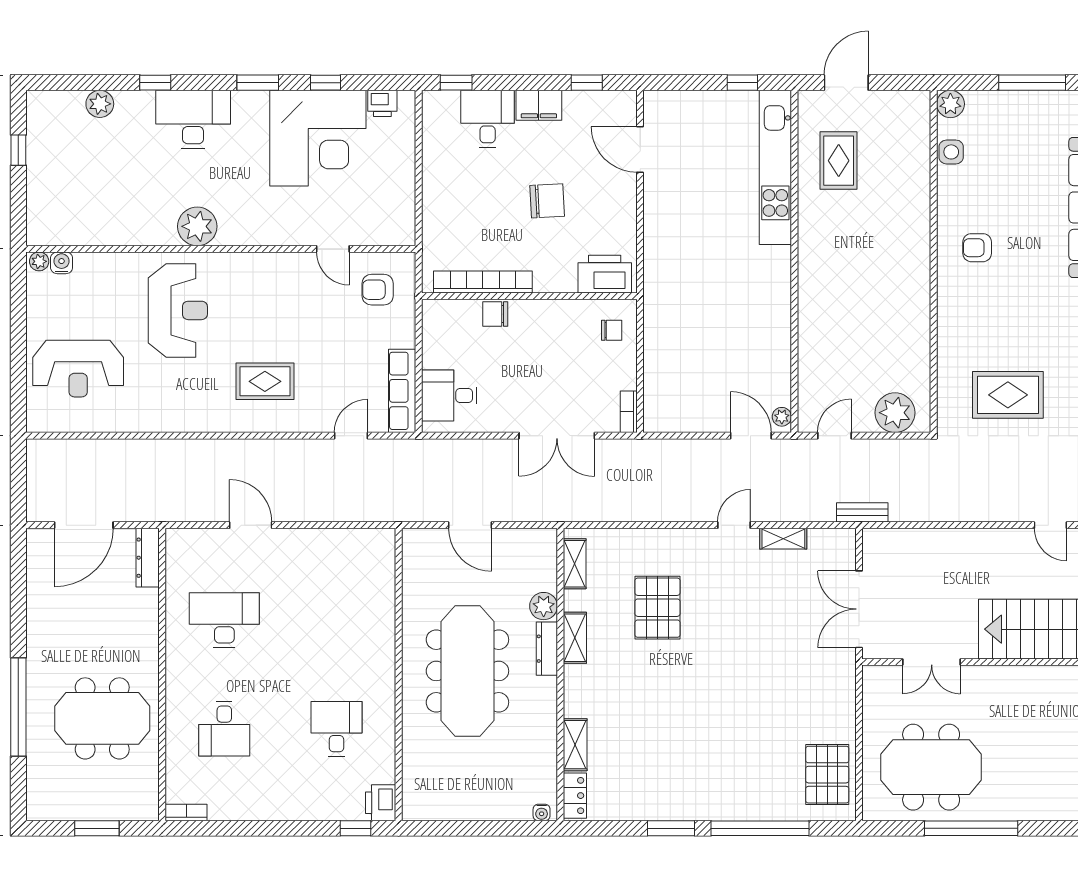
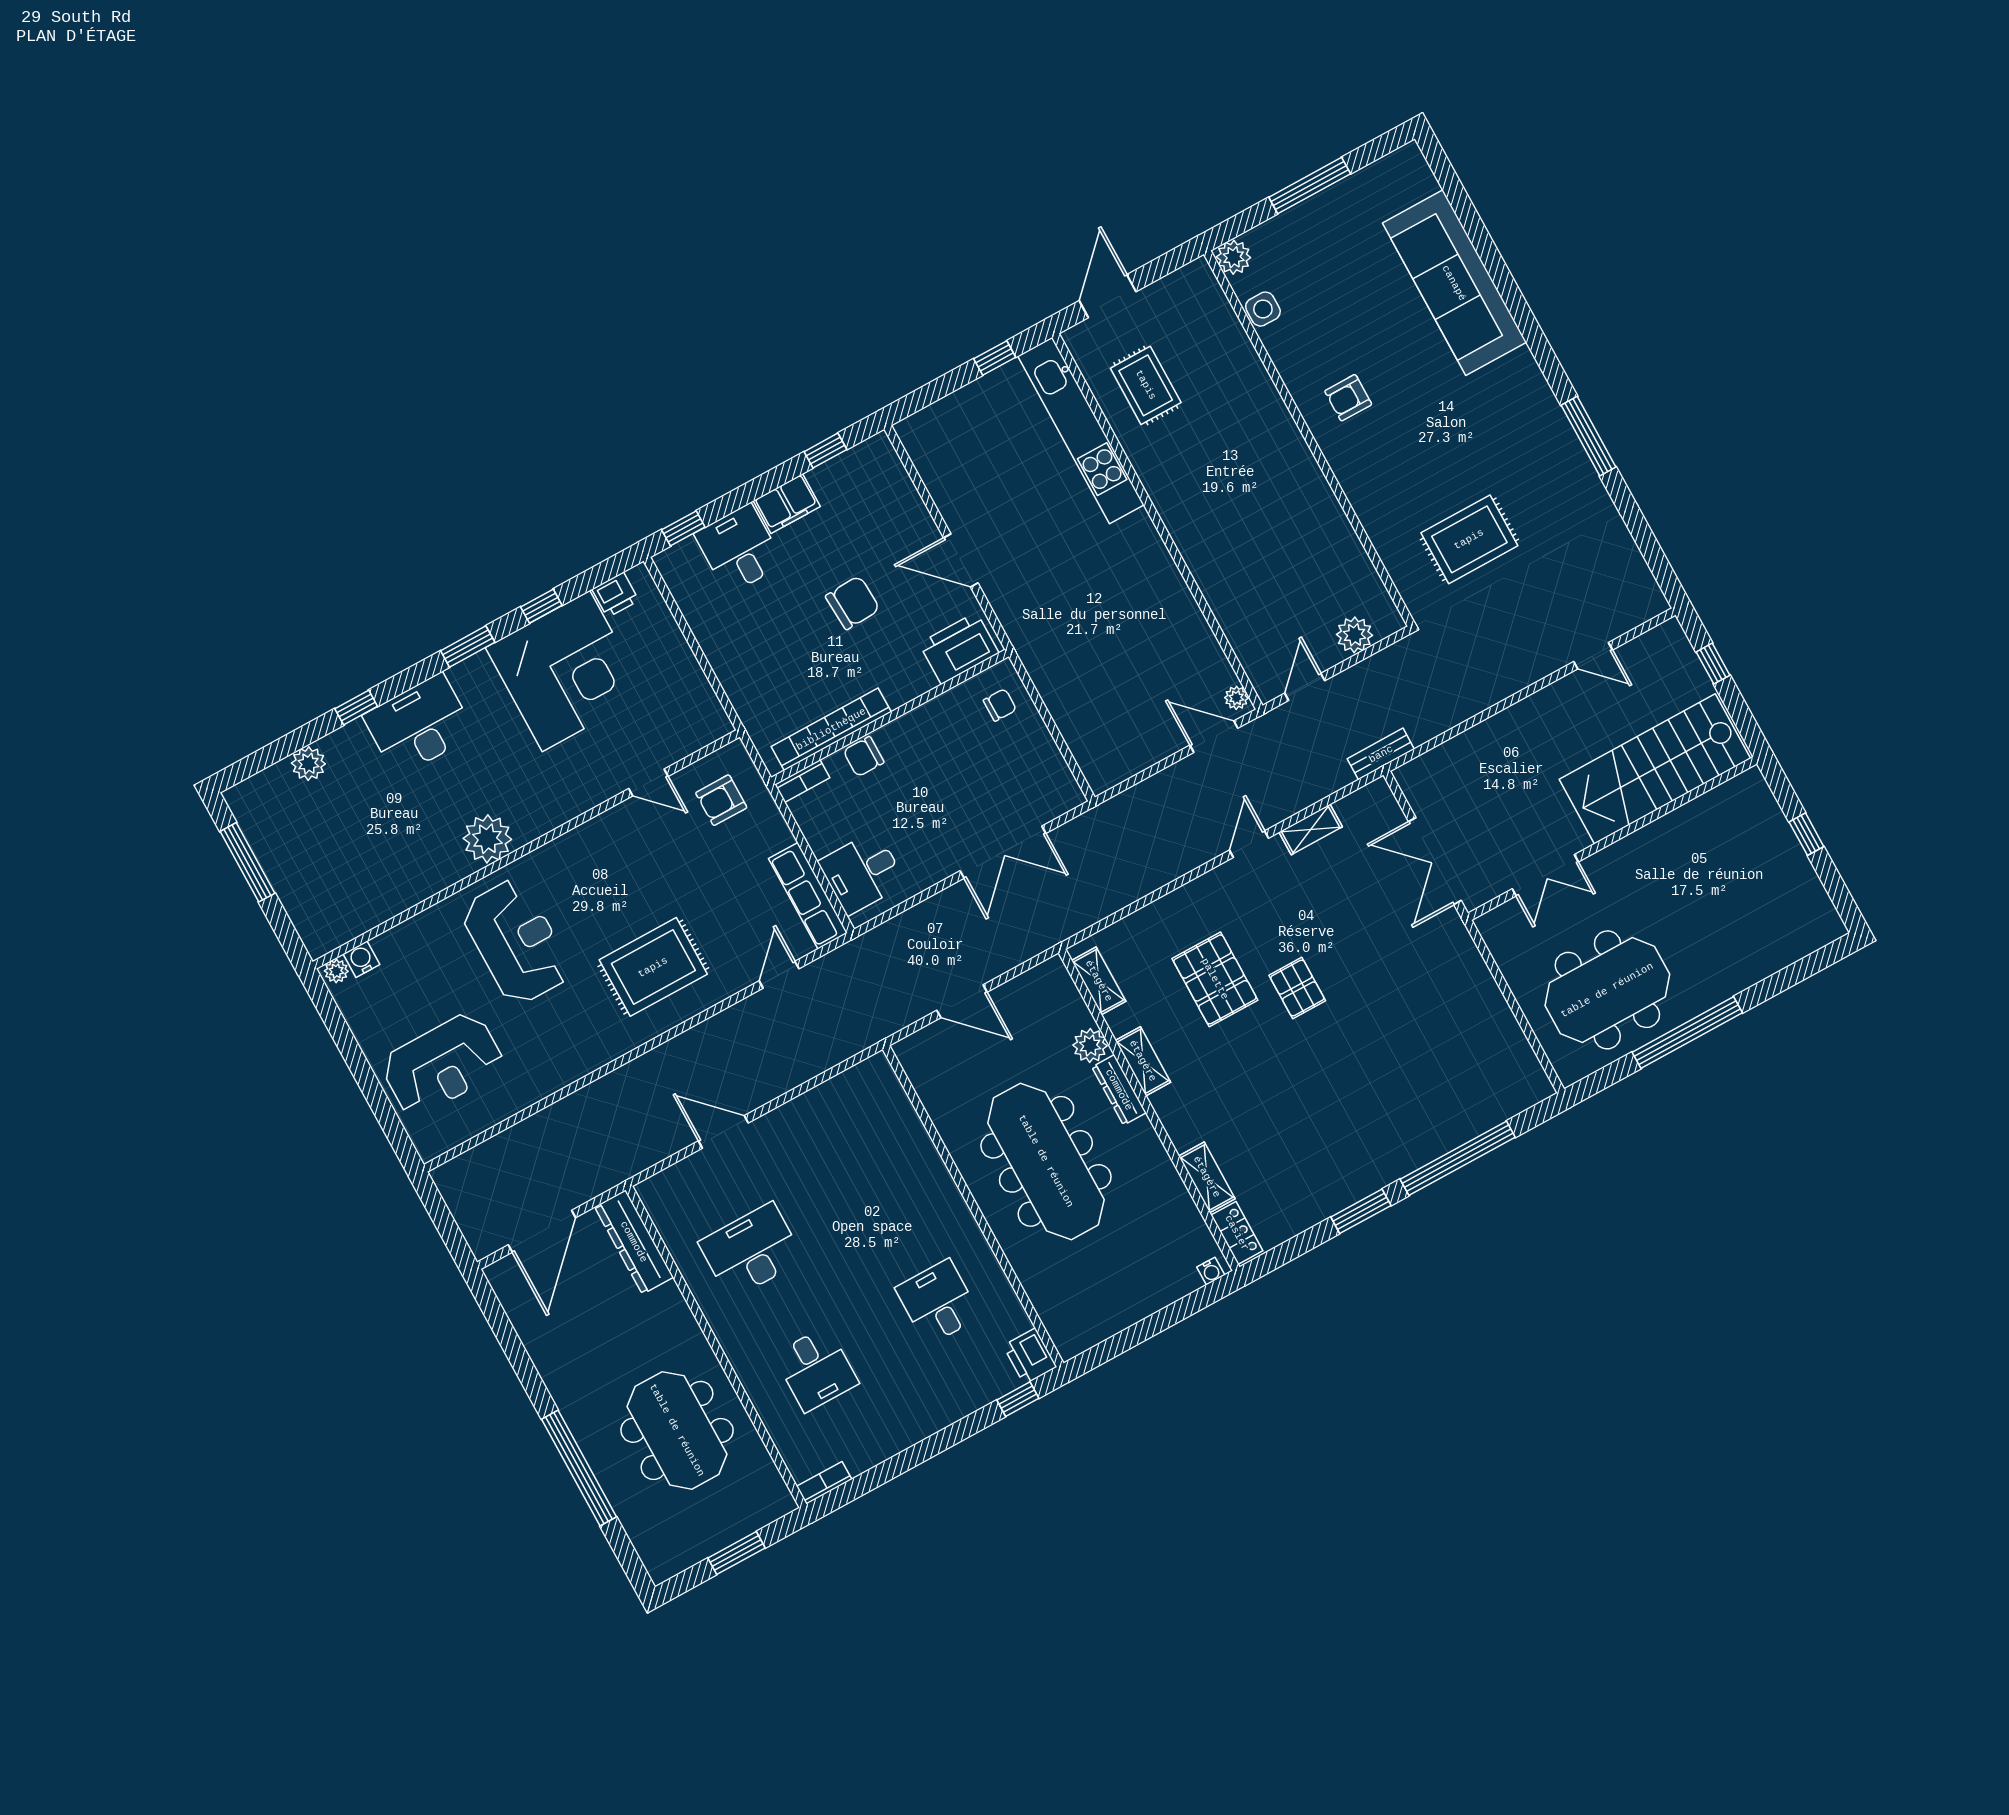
window: (18, 150) -> (247, 862), width x2.17
door: (640, 150) -> (961, 560), moved
rug: (265, 381) -> (653, 967), width x1.36, depth x1.43
bookcase: (629, 412) -> (802, 781), moved, turned -90
plant: (895, 413) -> (1354, 635), width x0.73, depth x0.73
dresser: (148, 558) -> (634, 1242), width x1.37, depth x1.24
meeting table: (102, 718) -> (677, 1430), turned 90
pallet: (827, 775) -> (1297, 988), moved, width x0.67, depth x0.71

